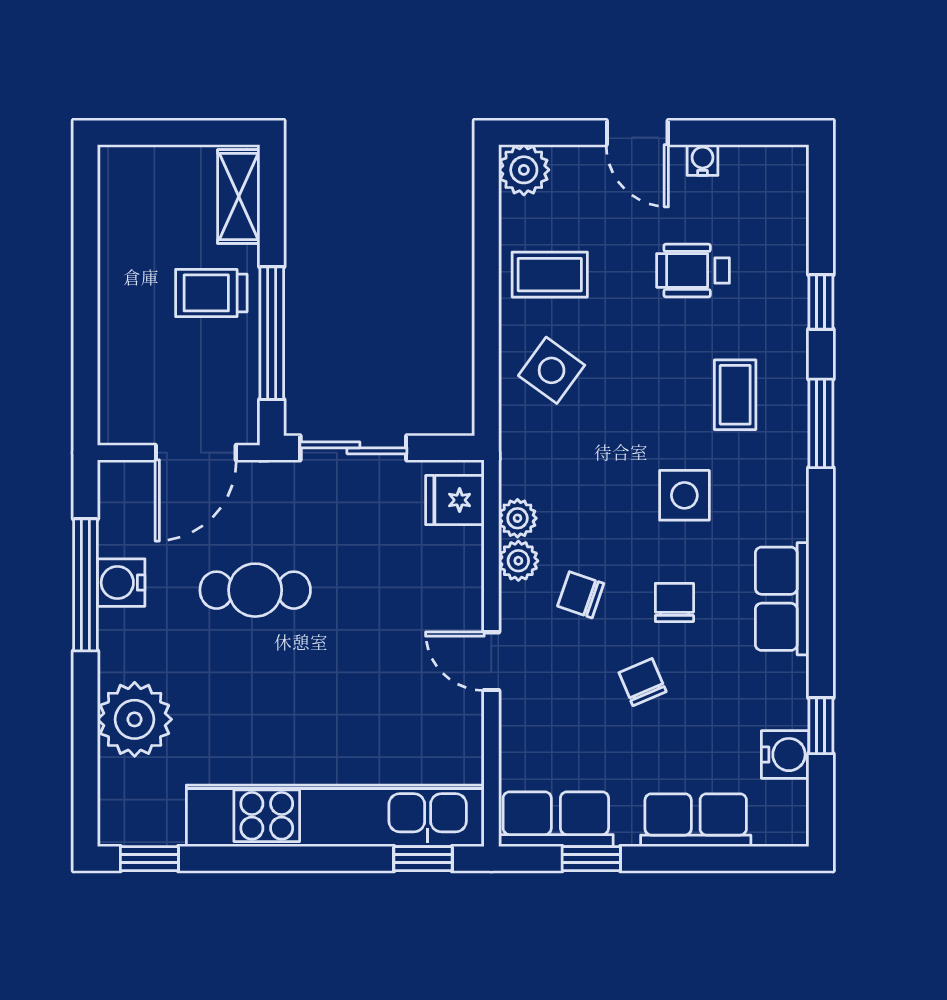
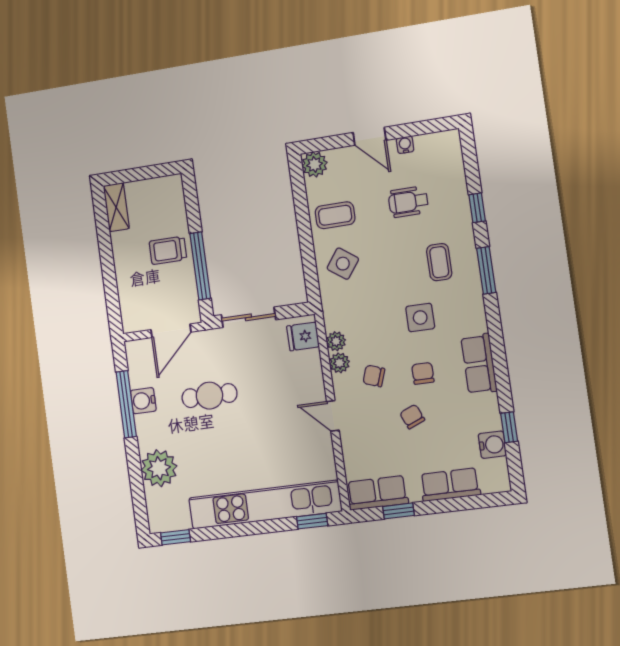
shelving: (239, 197) -> (116, 207), moved

